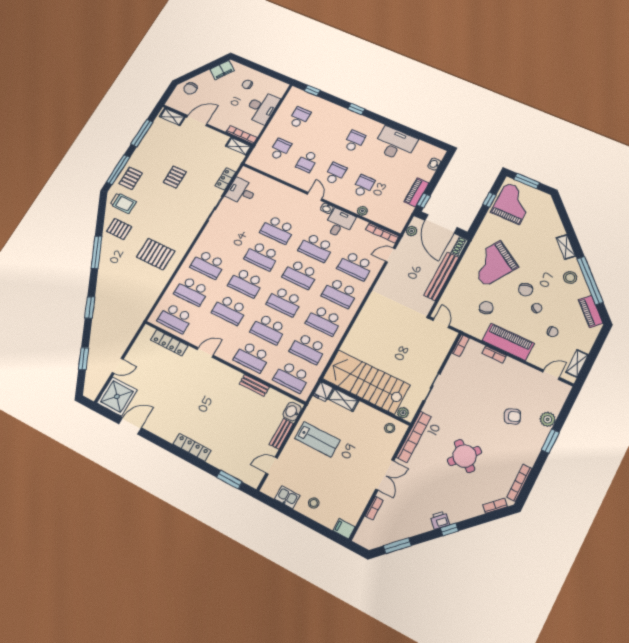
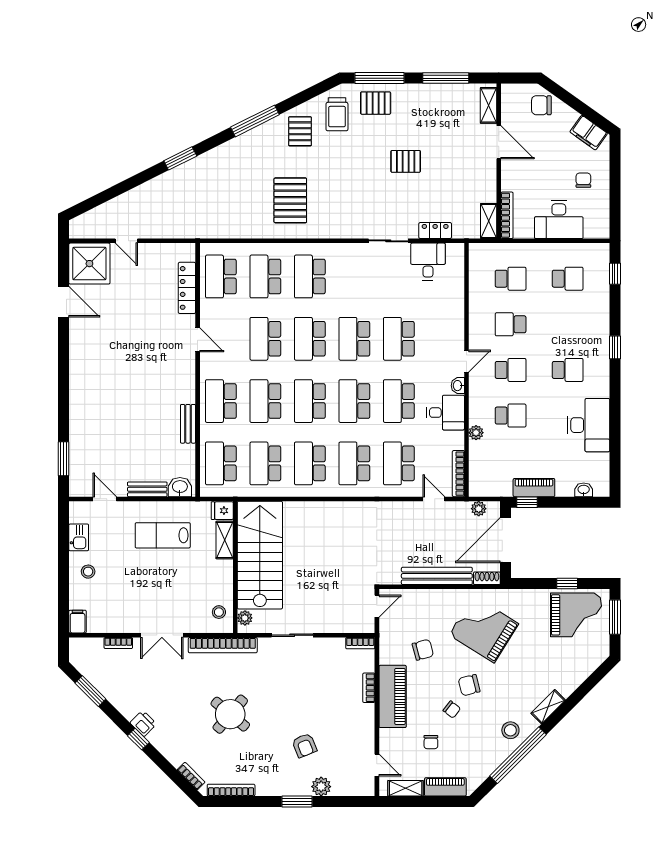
piano: (591, 312) -> (445, 787), moved, turned 45
window: (84, 359) -> (113, 192), removed
lab bench: (317, 439) -> (163, 535), turned 90
locker: (192, 447) -> (77, 392), removed

